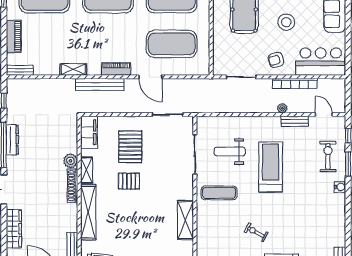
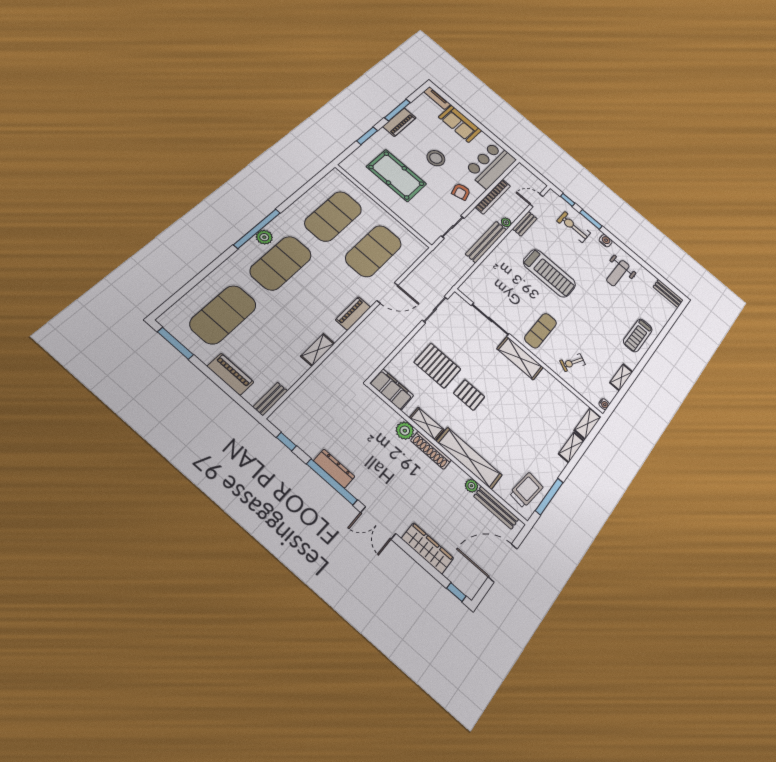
bench: (100, 84) -> (486, 242), moved
weight bench: (230, 151) -> (618, 273), moved
treadmill: (271, 167) -> (549, 273), turned 180
pallet: (129, 181) -> (469, 395), turned 90
shelving: (185, 220) -> (520, 358), moved
plant: (72, 226) -> (471, 486), added
exercise bike: (256, 232) -> (573, 362), moved

